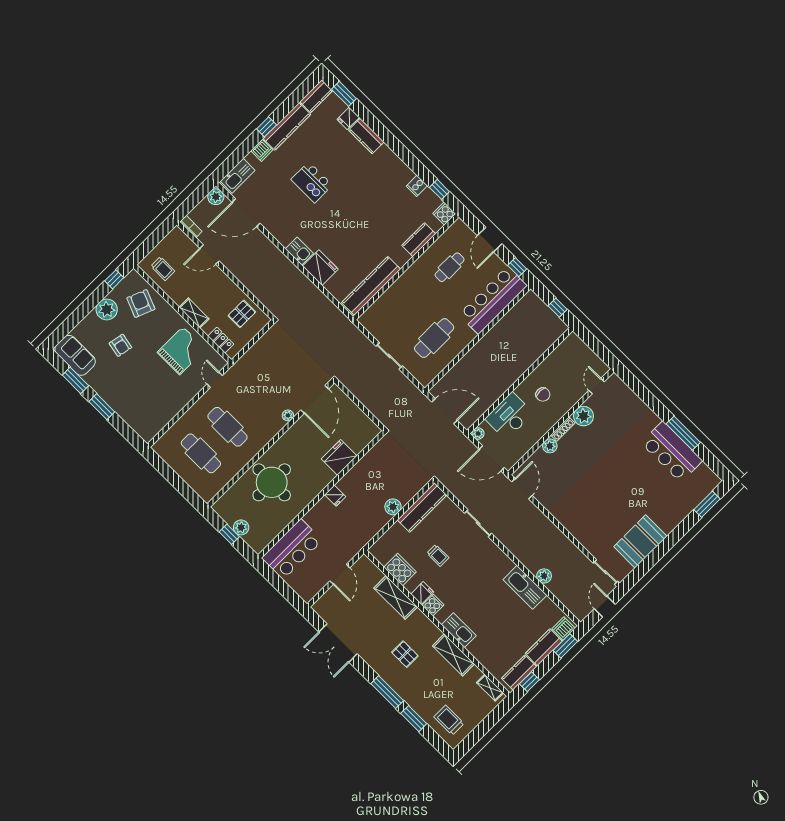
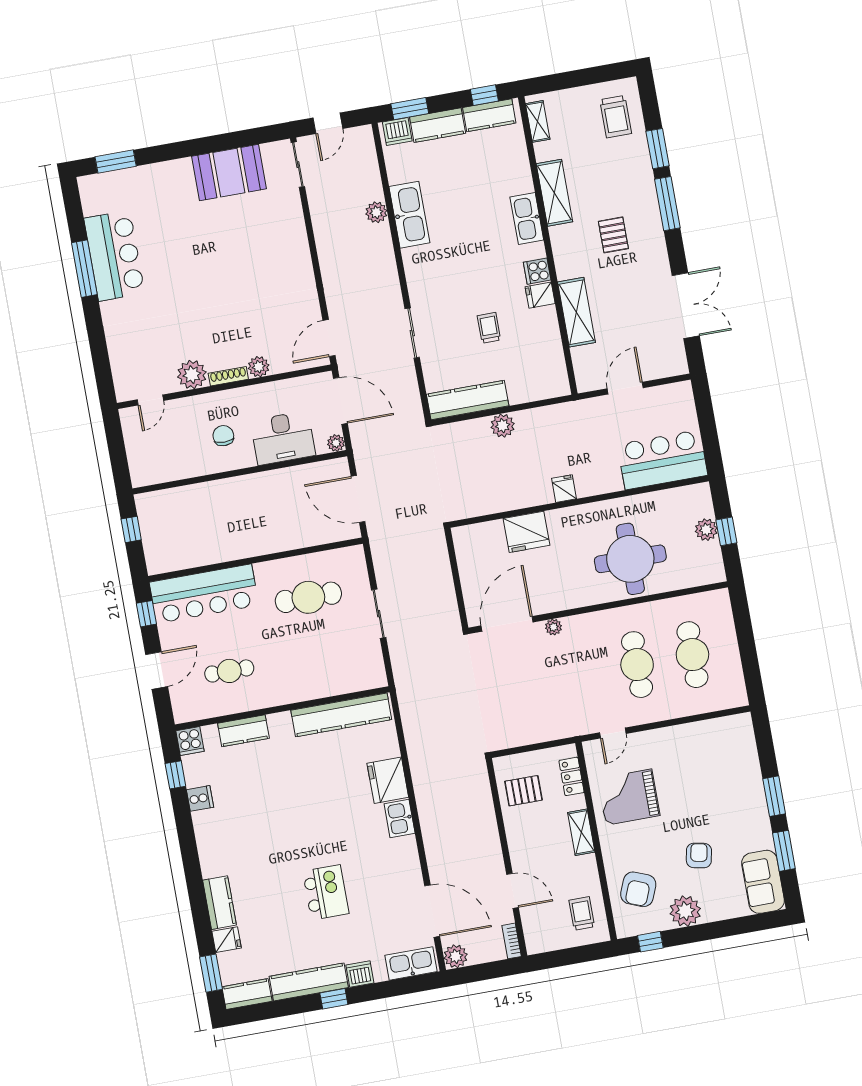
cooker: (400, 570) -> (547, 343), removed

